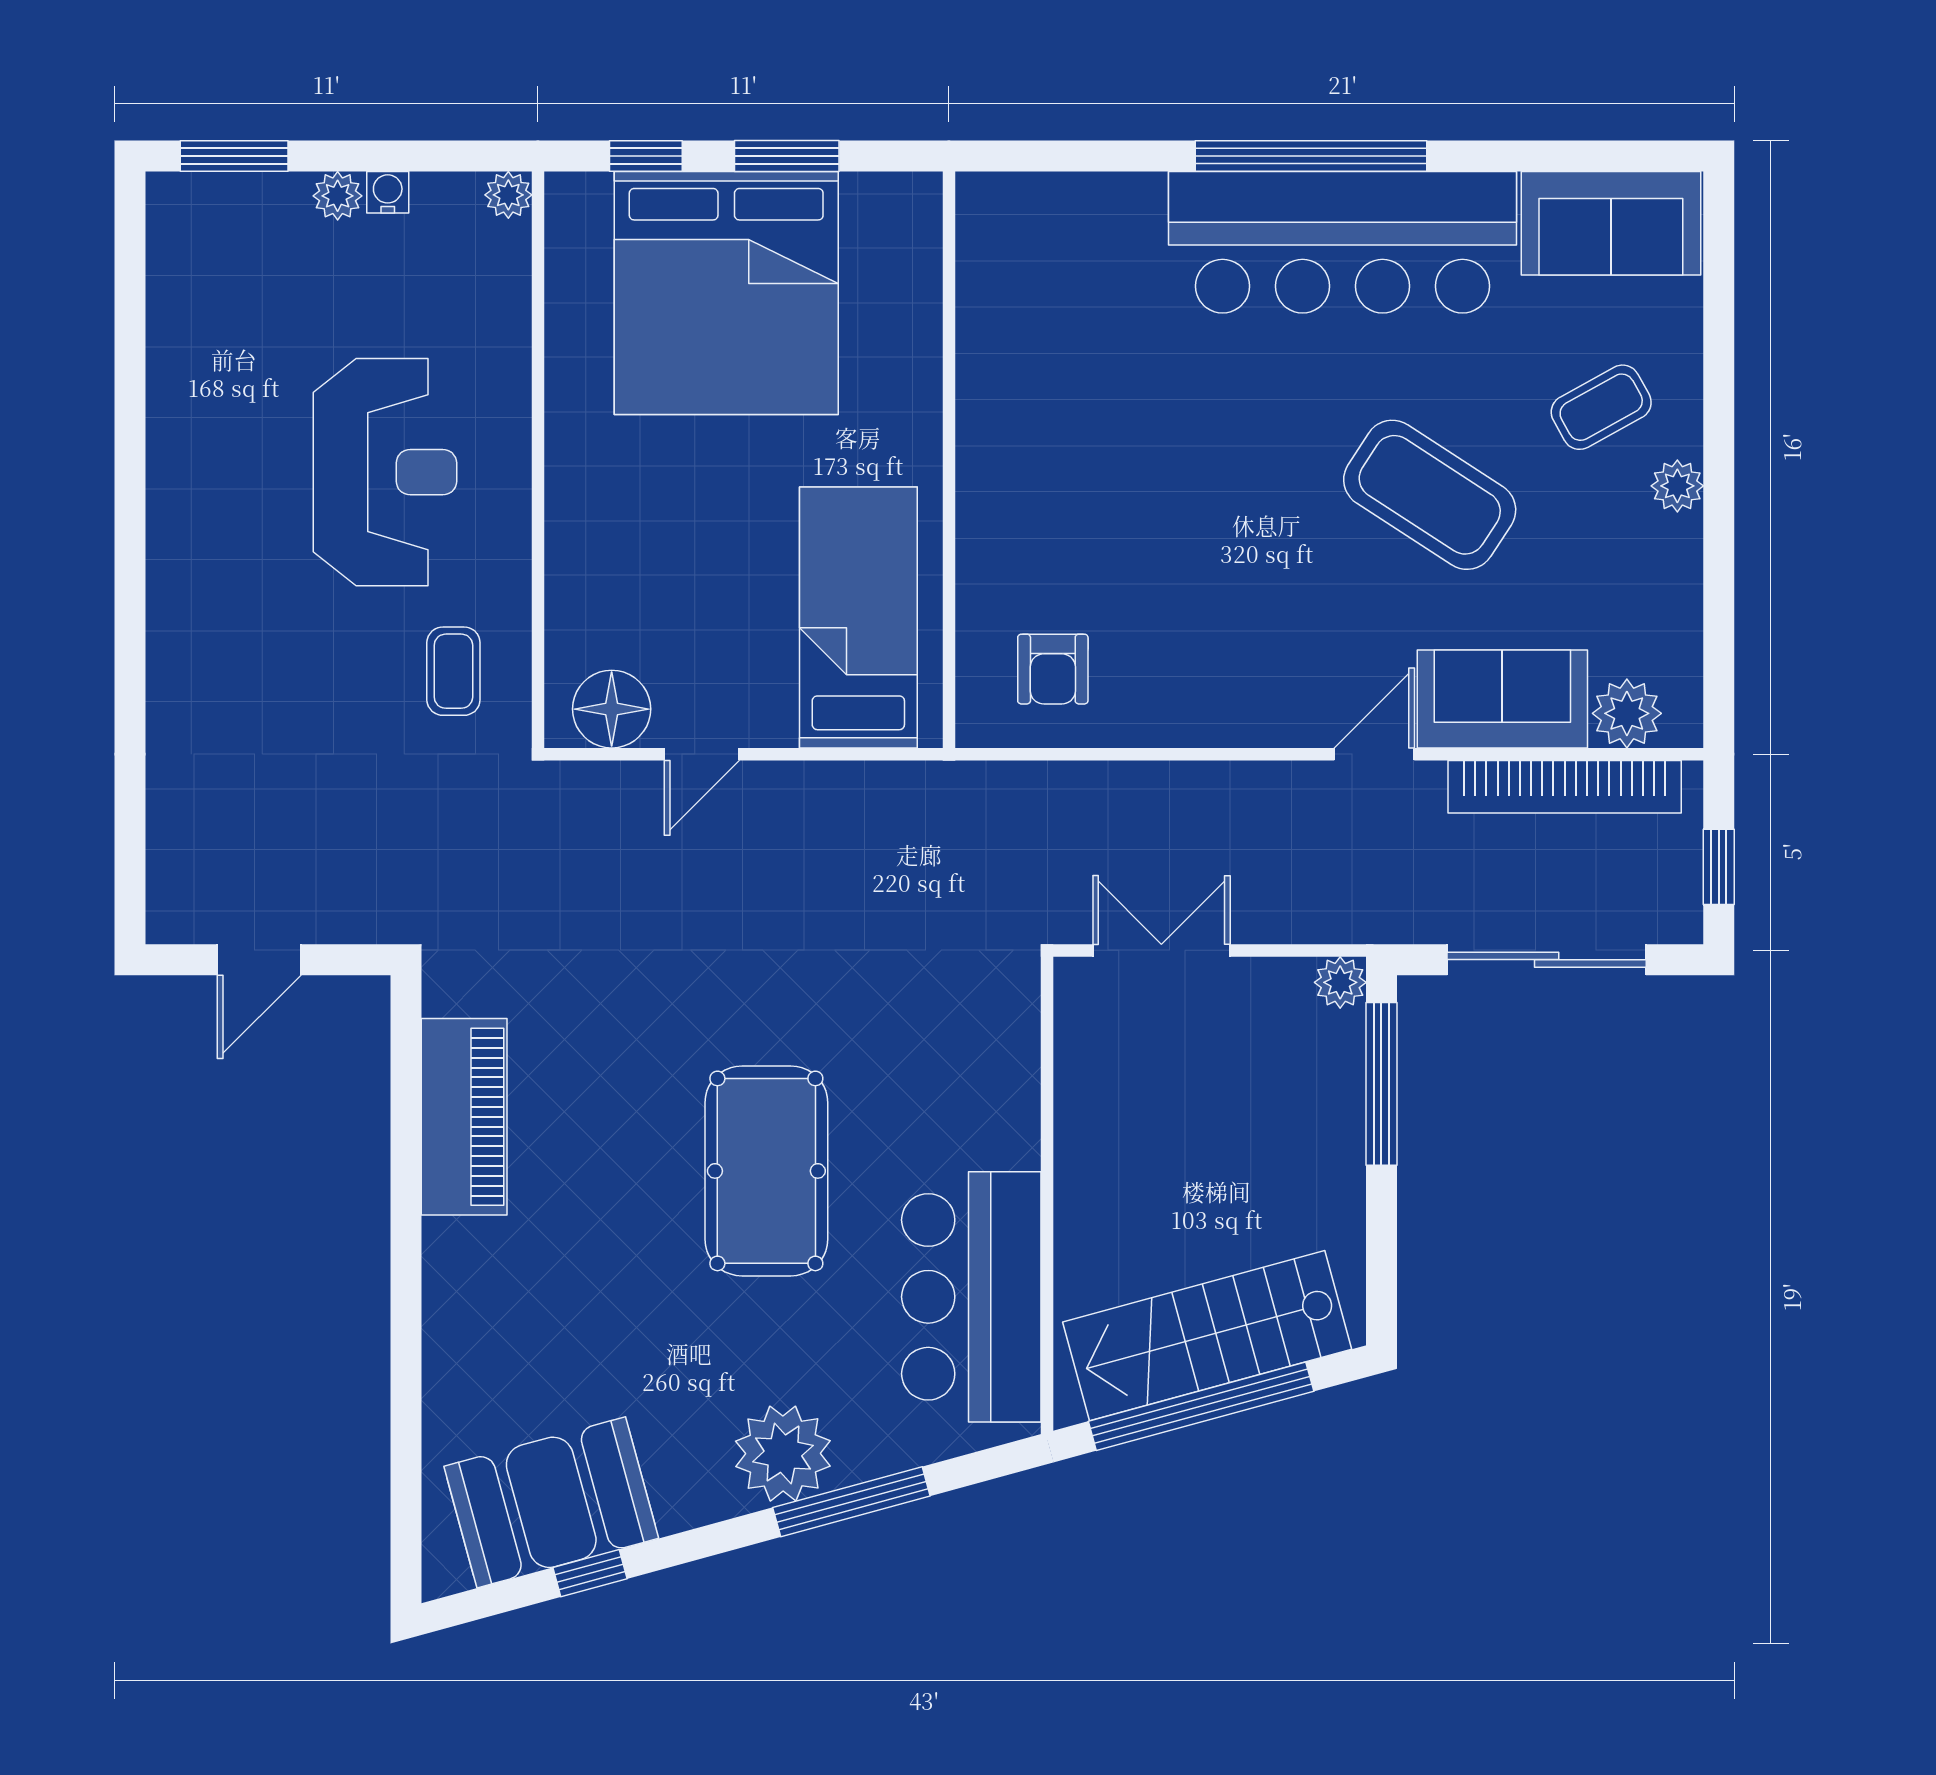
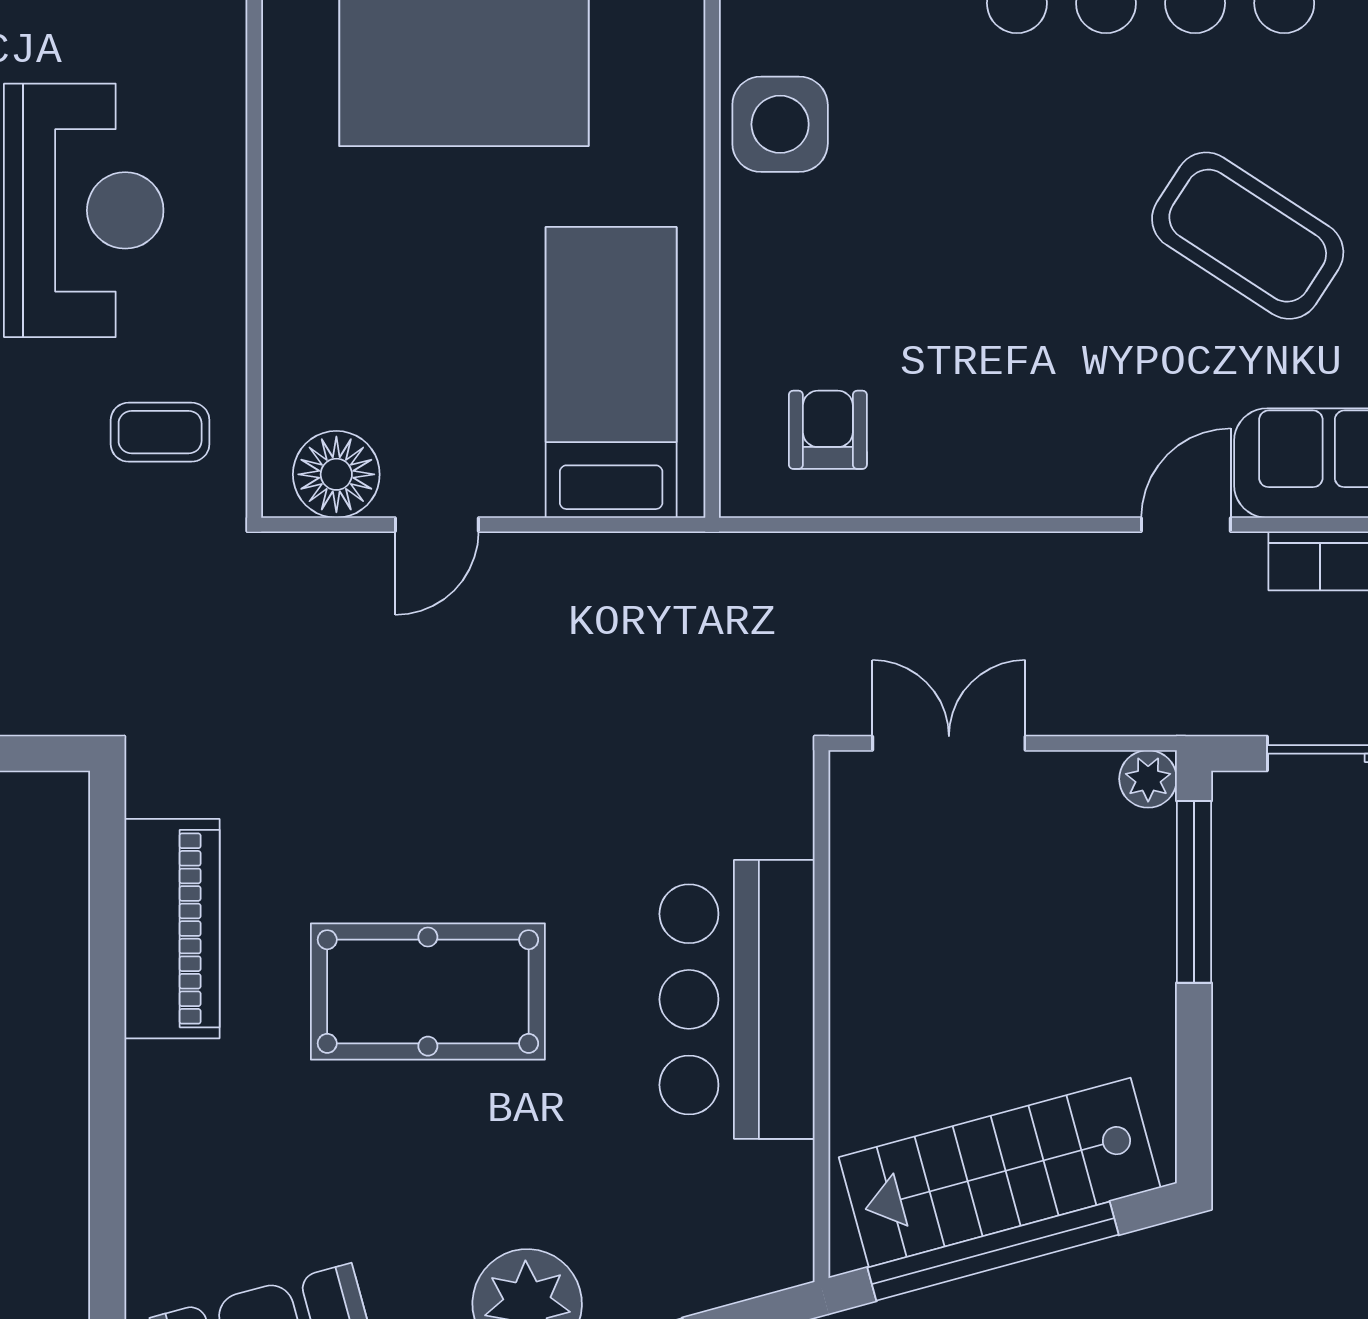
side table: (1010, 395) -> (780, 124), added
armchair: (1053, 669) -> (828, 430), turned 180
coffee table: (453, 671) -> (160, 432), turned 90
pool table: (766, 1171) -> (428, 992), moved, turned 90
bar counter: (971, 1297) -> (737, 999), moved

